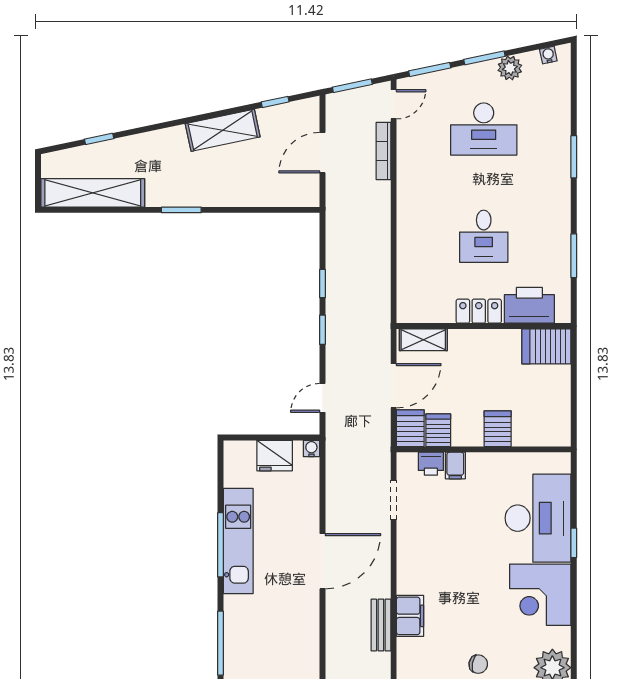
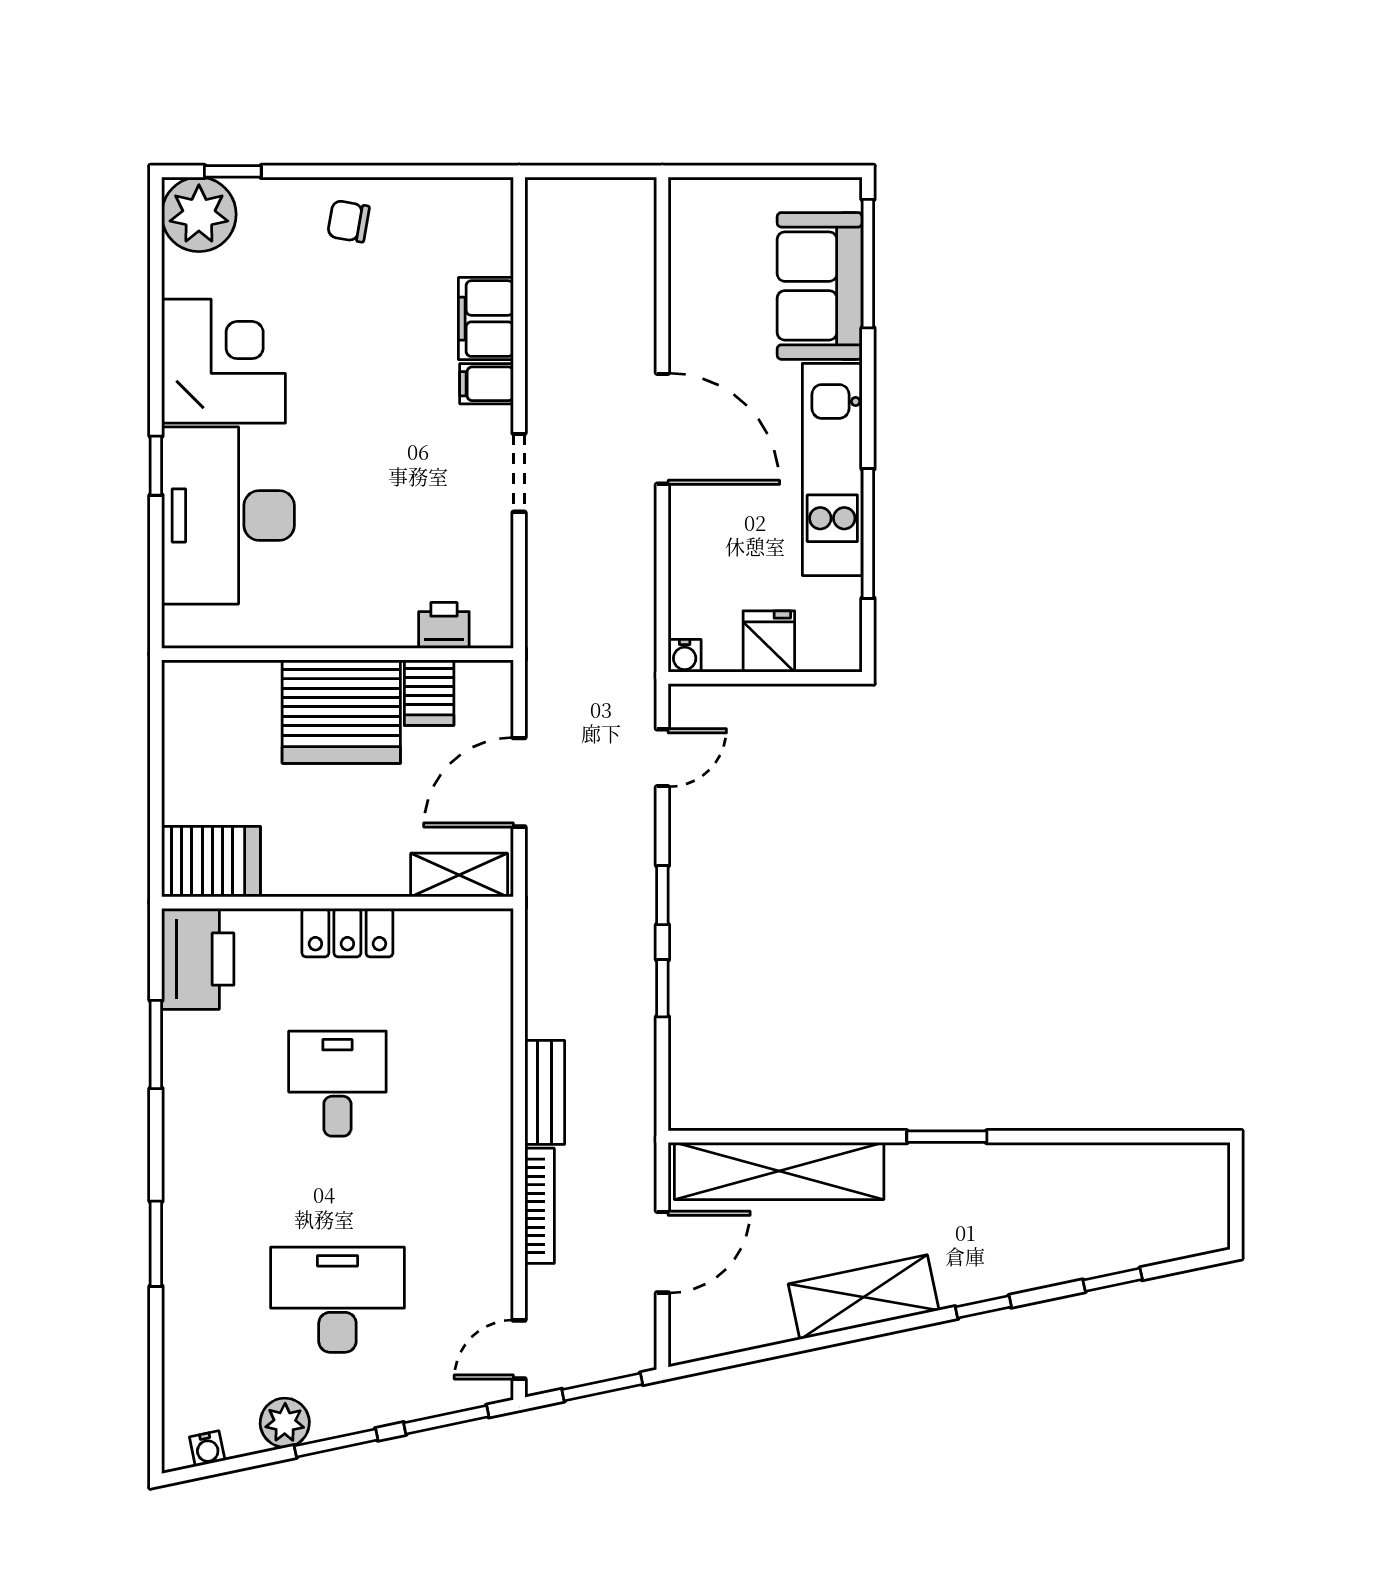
window: (275, 102) -> (983, 1307), moved
bookcase: (383, 151) -> (540, 1206), moved
shelving: (93, 193) -> (779, 1171), moved
printer: (529, 305) -> (198, 959), moved, turned -90
server rack: (410, 428) -> (485, 697), removed
server rack: (498, 429) -> (341, 712), width x2.18, depth x1.44
fridge: (275, 456) -> (769, 641), width x0.72
filing cabinet: (455, 466) -> (486, 384), moved, turned -90
doorway: (394, 500) -> (519, 473), moved
window: (221, 545) -> (868, 533), moved
door: (322, 561) -> (662, 429), swing flipped
bench: (381, 625) -> (545, 1092), moved
sofa: (244, 632) -> (820, 286), added

